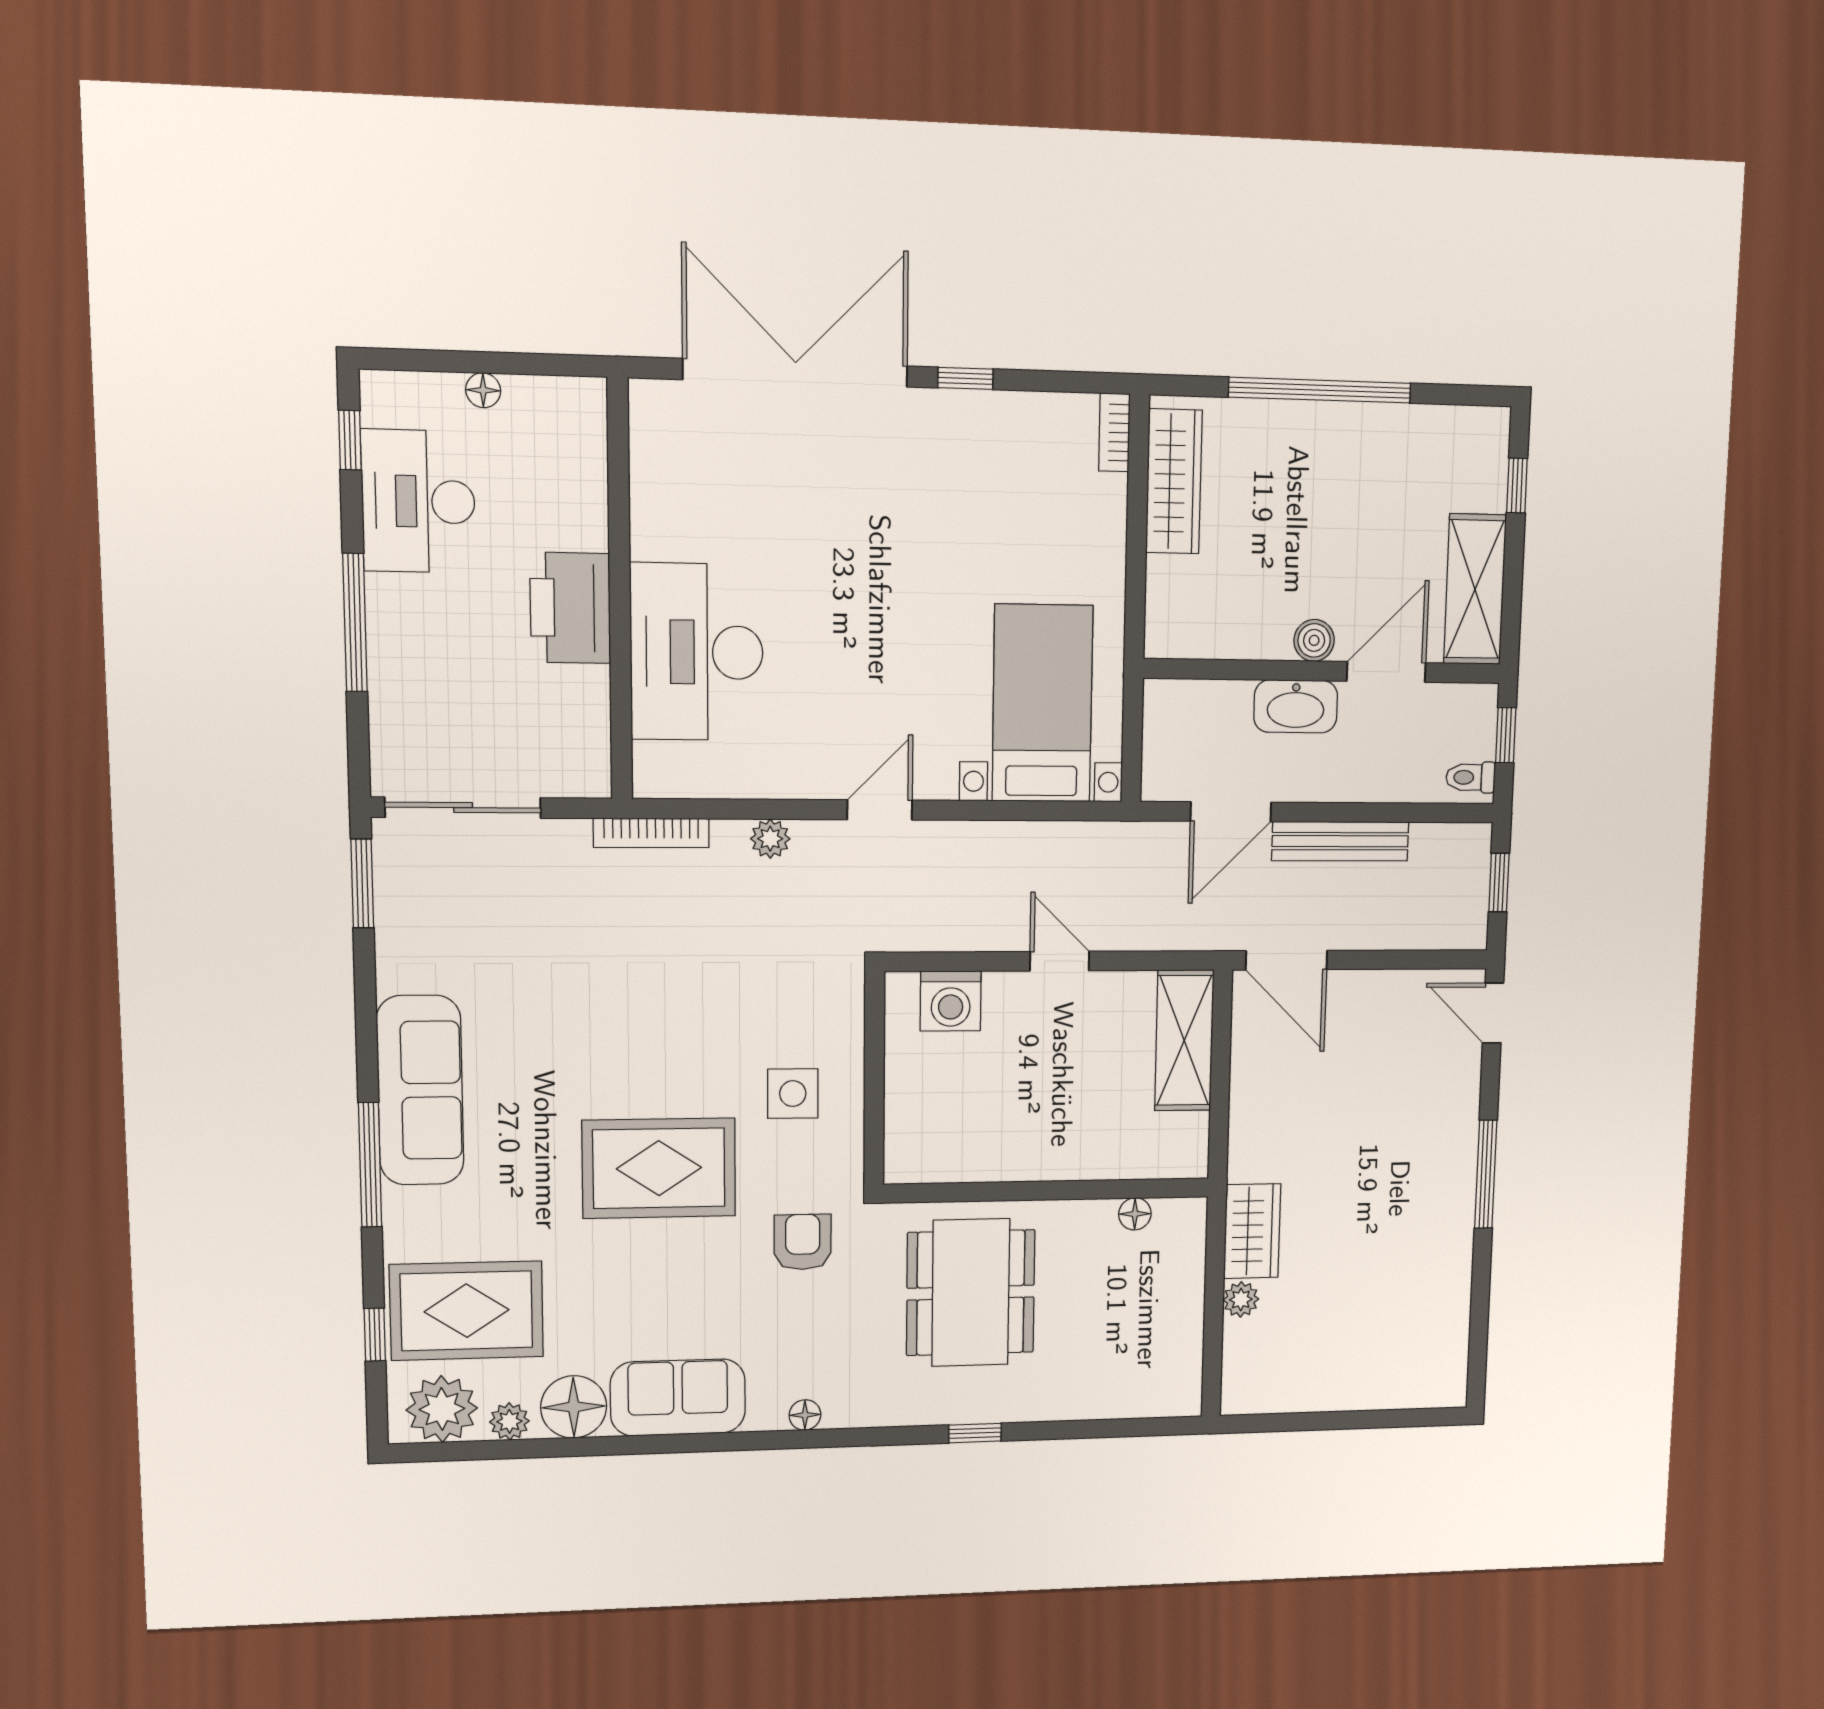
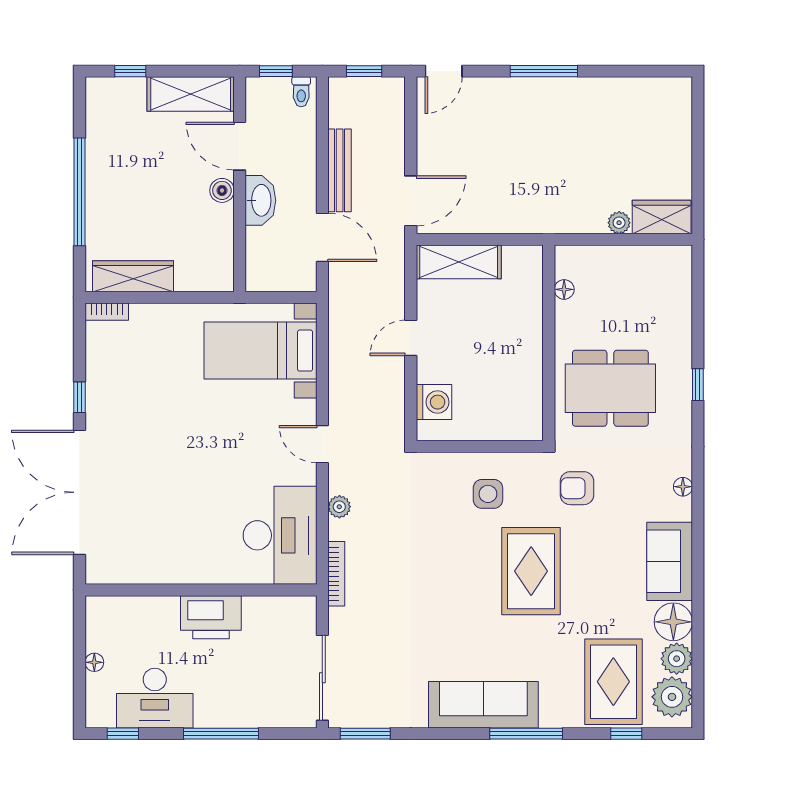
desk: (697, 652) -> (280, 535), moved, turned -90
wardrobe: (1252, 1231) -> (662, 217), moved
plant: (509, 1421) -> (677, 659), width x1.38, depth x1.38

